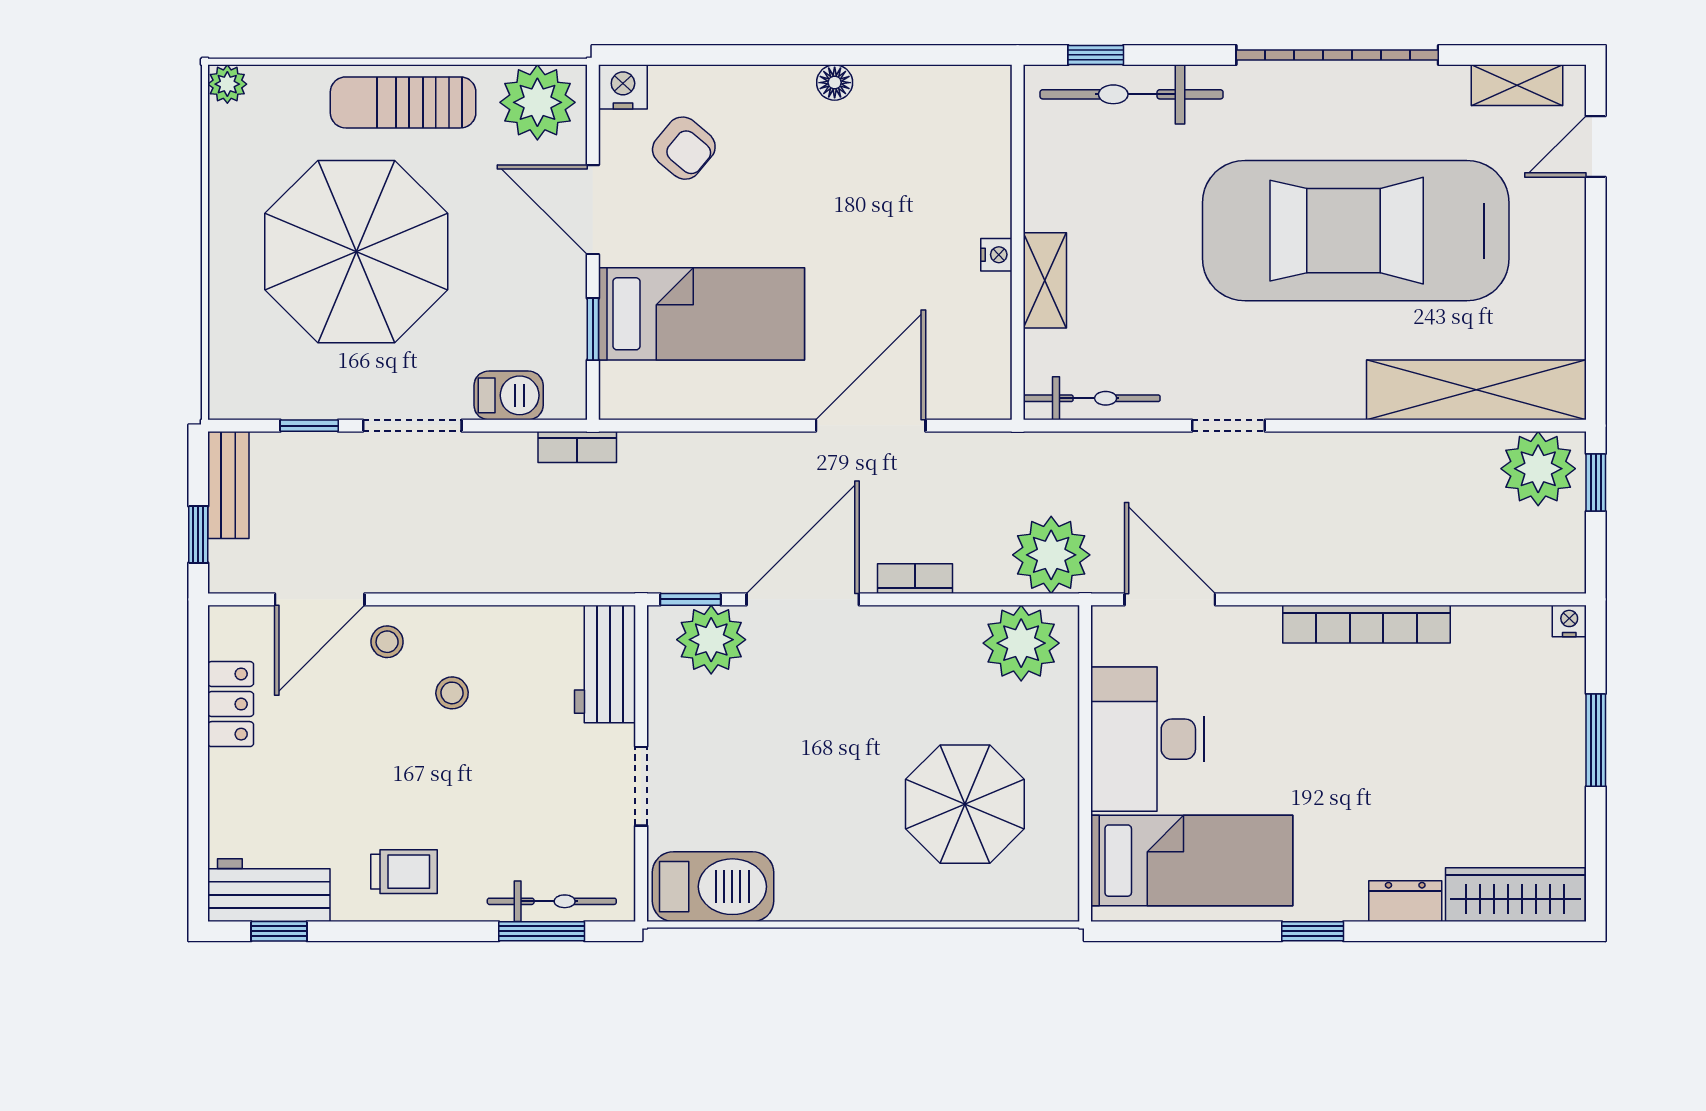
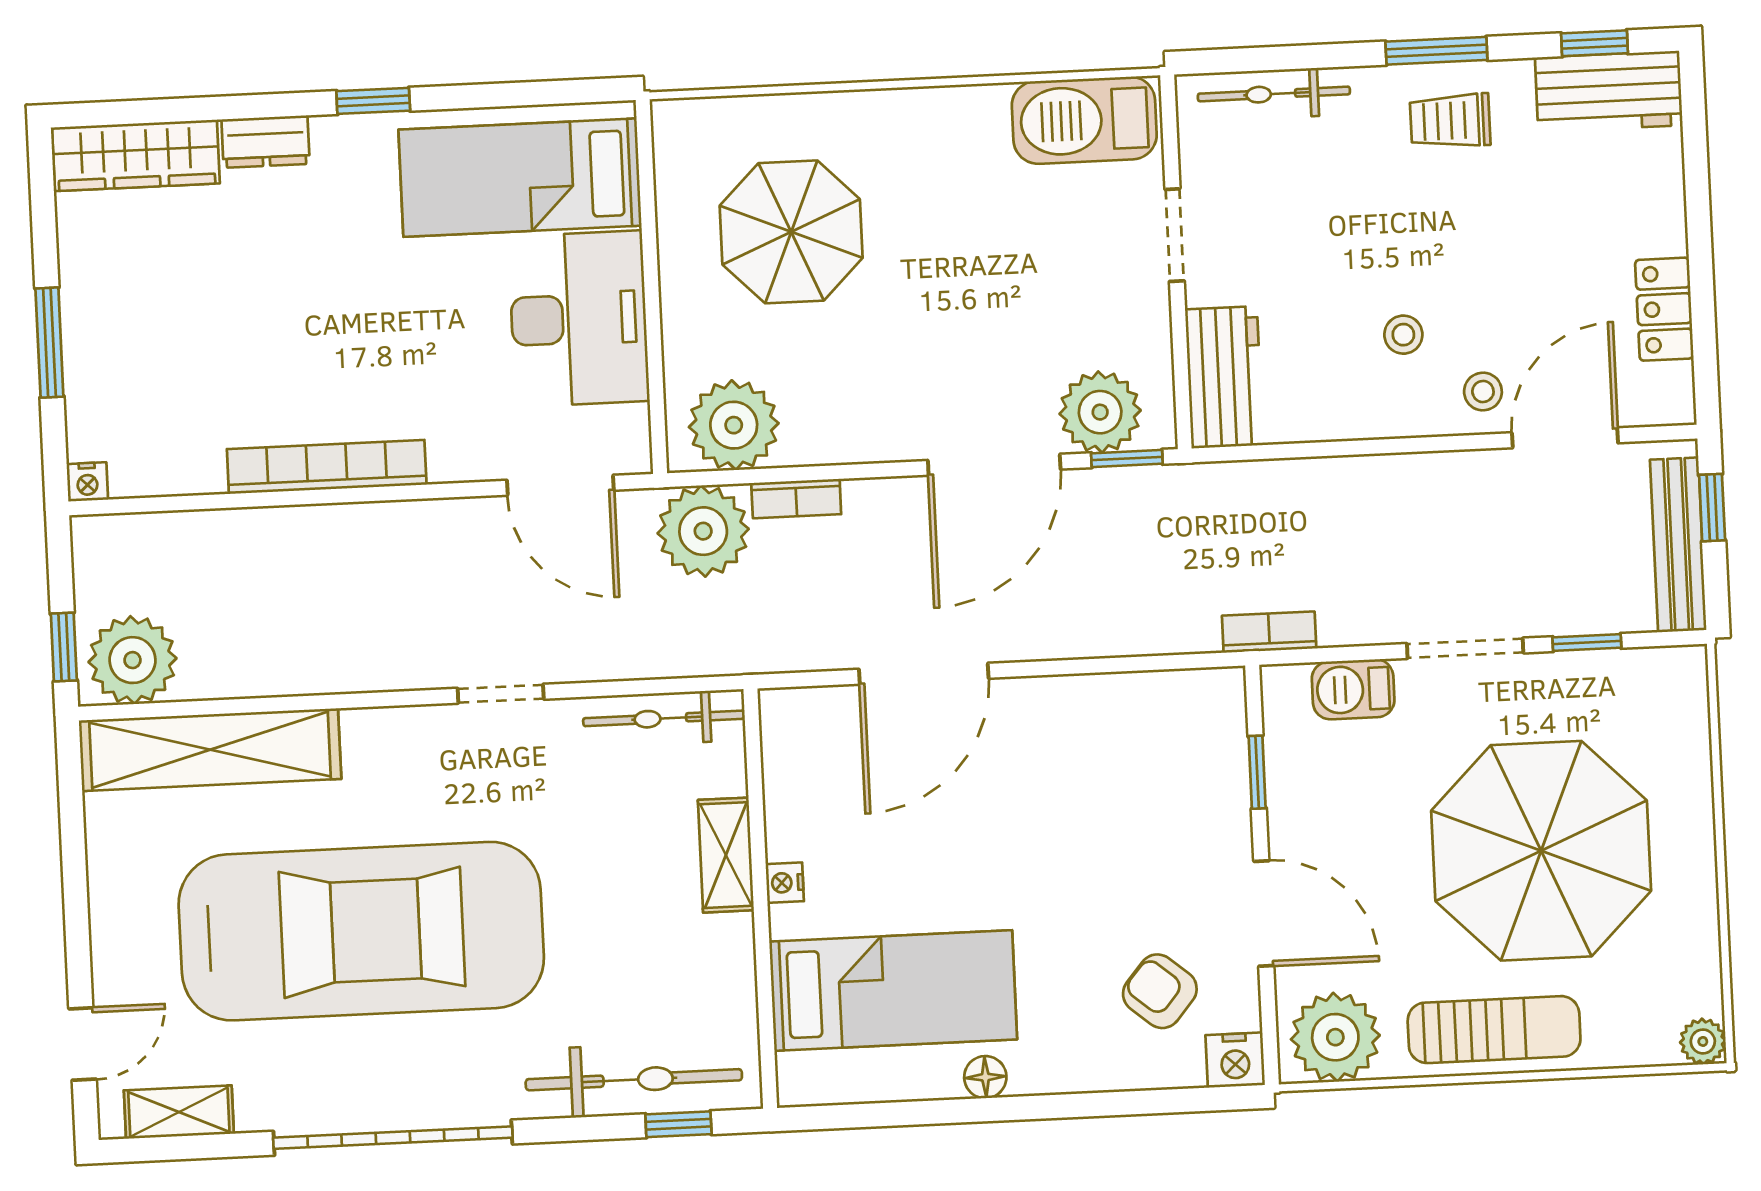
bed: (702, 314) -> (893, 990), moved, turned 180
bench: (228, 485) -> (1678, 545), width x1.36
bookcase: (915, 579) -> (796, 499), moved
window: (542, 931) -> (1436, 51), moved

